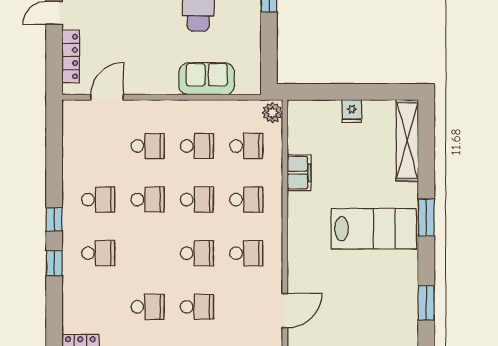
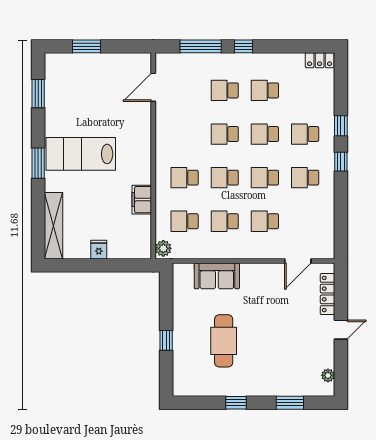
school desk: (246, 253) -> (265, 134), moved

